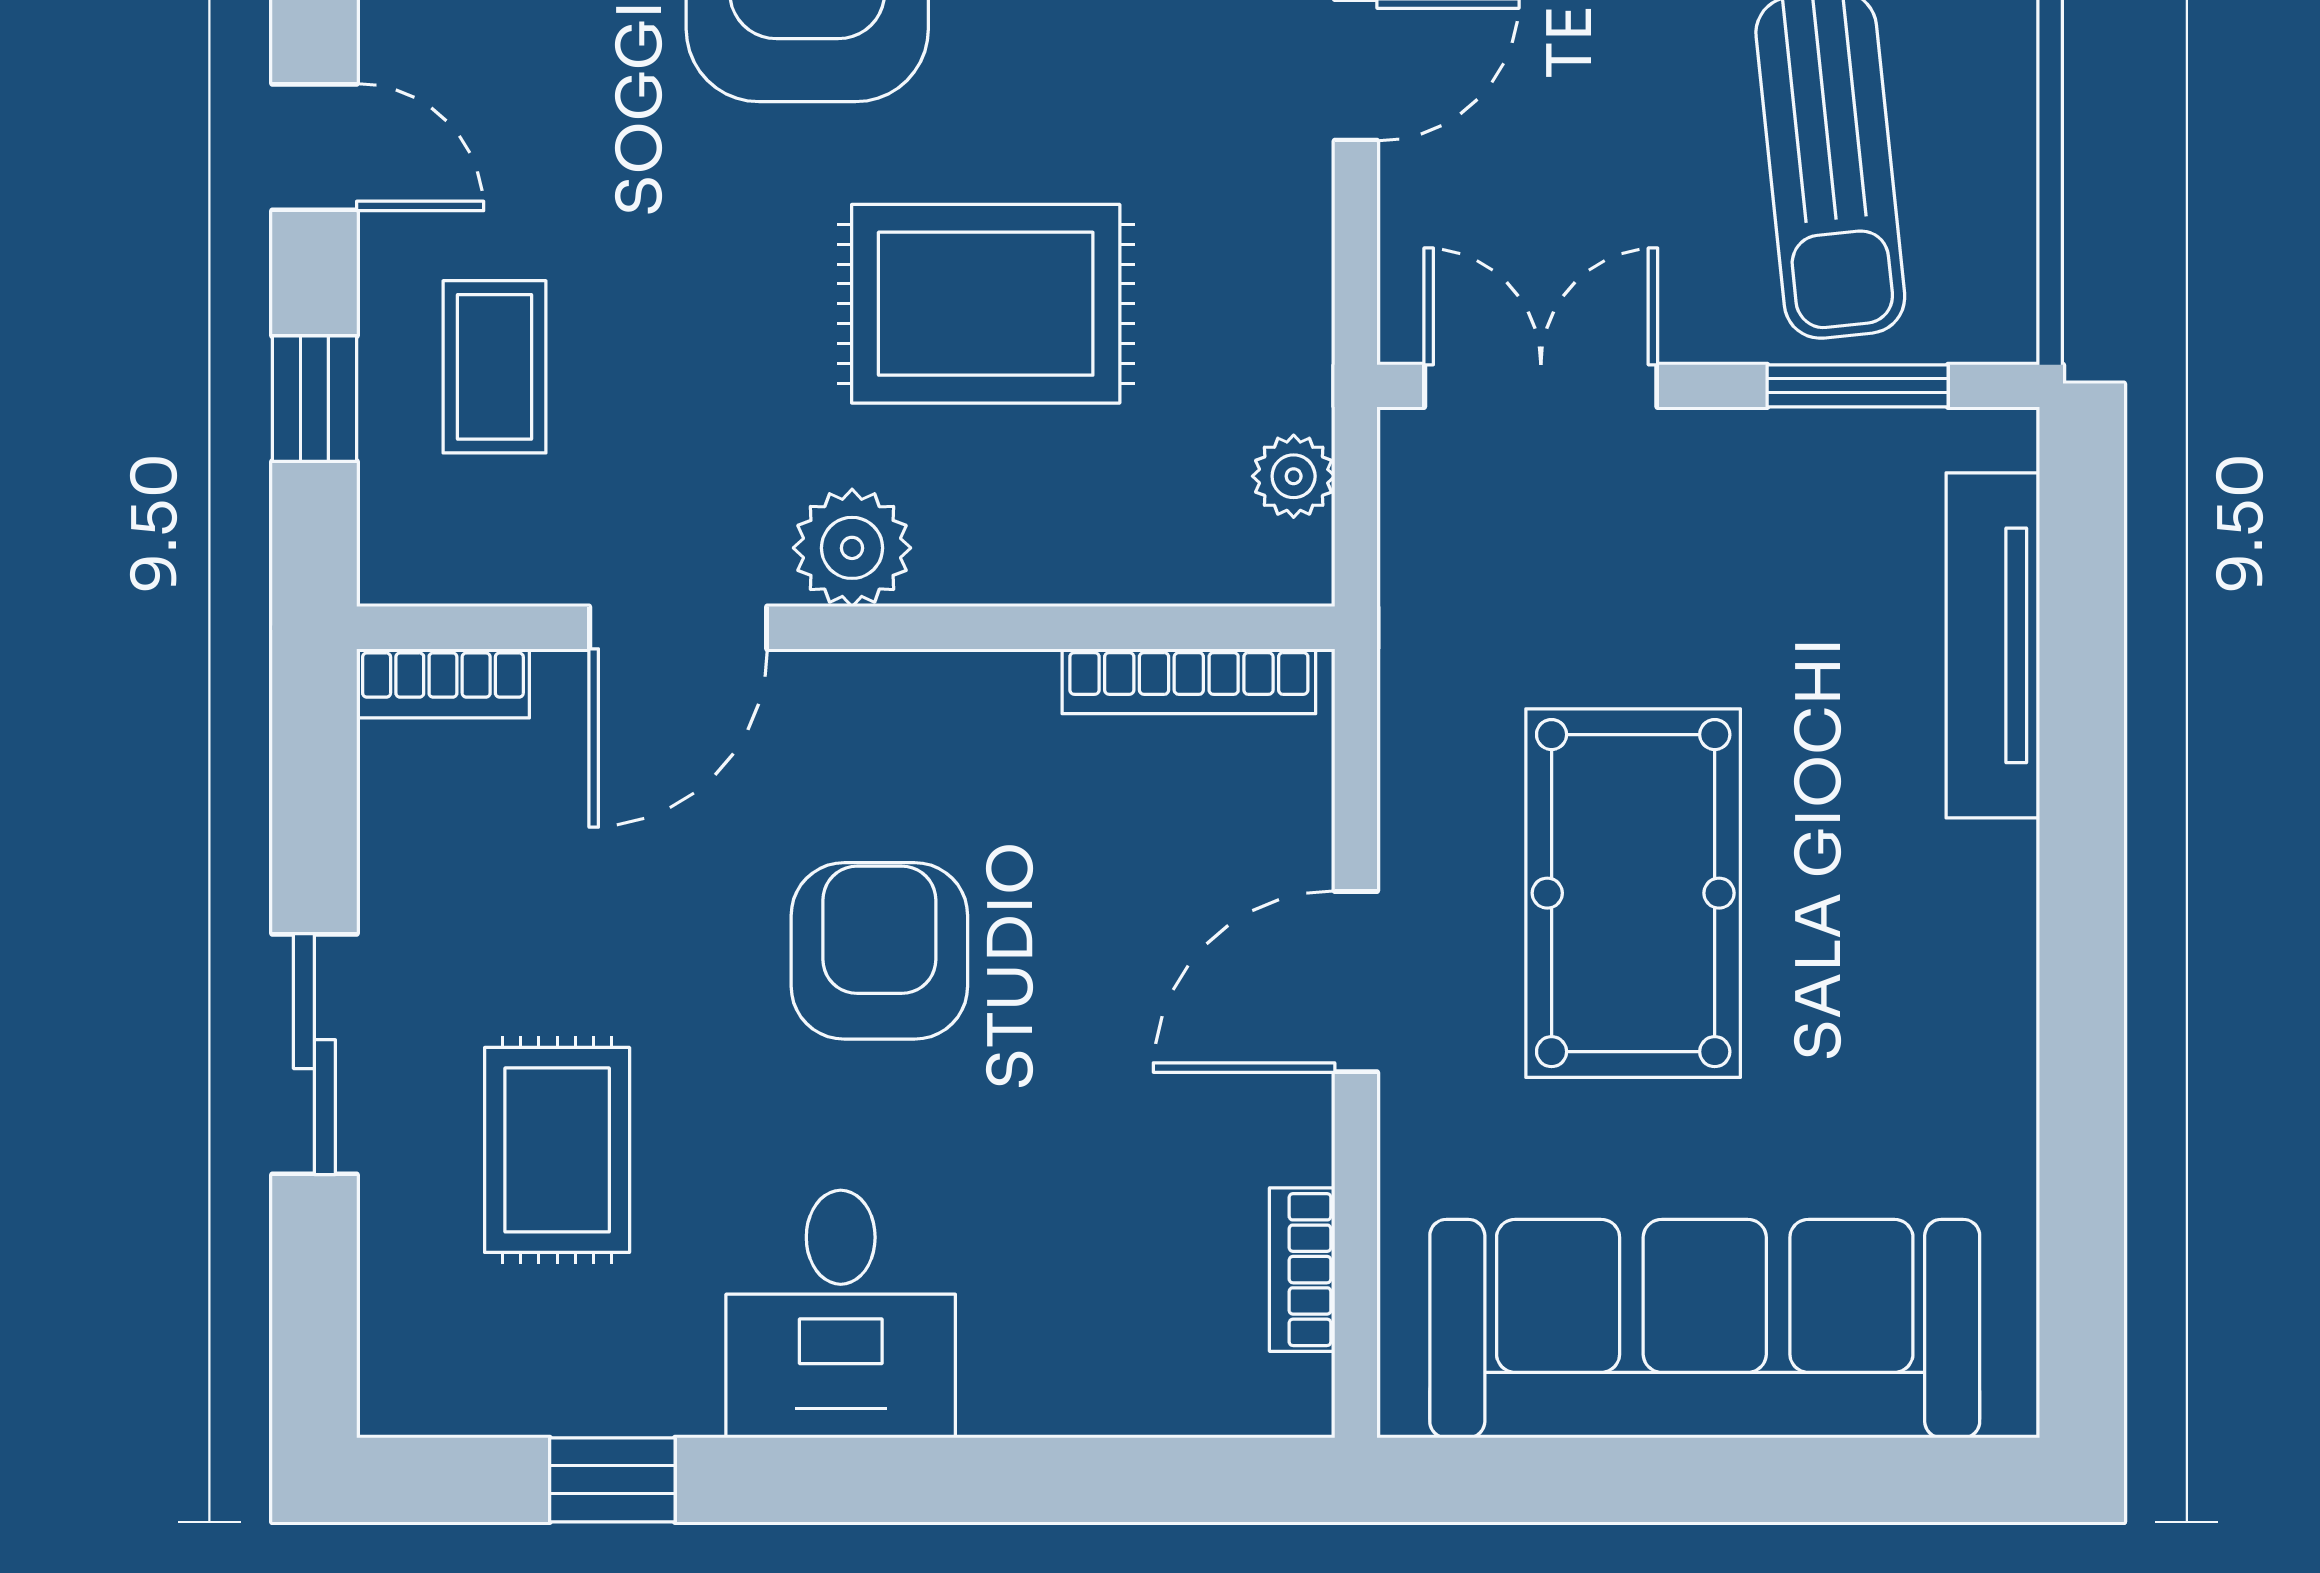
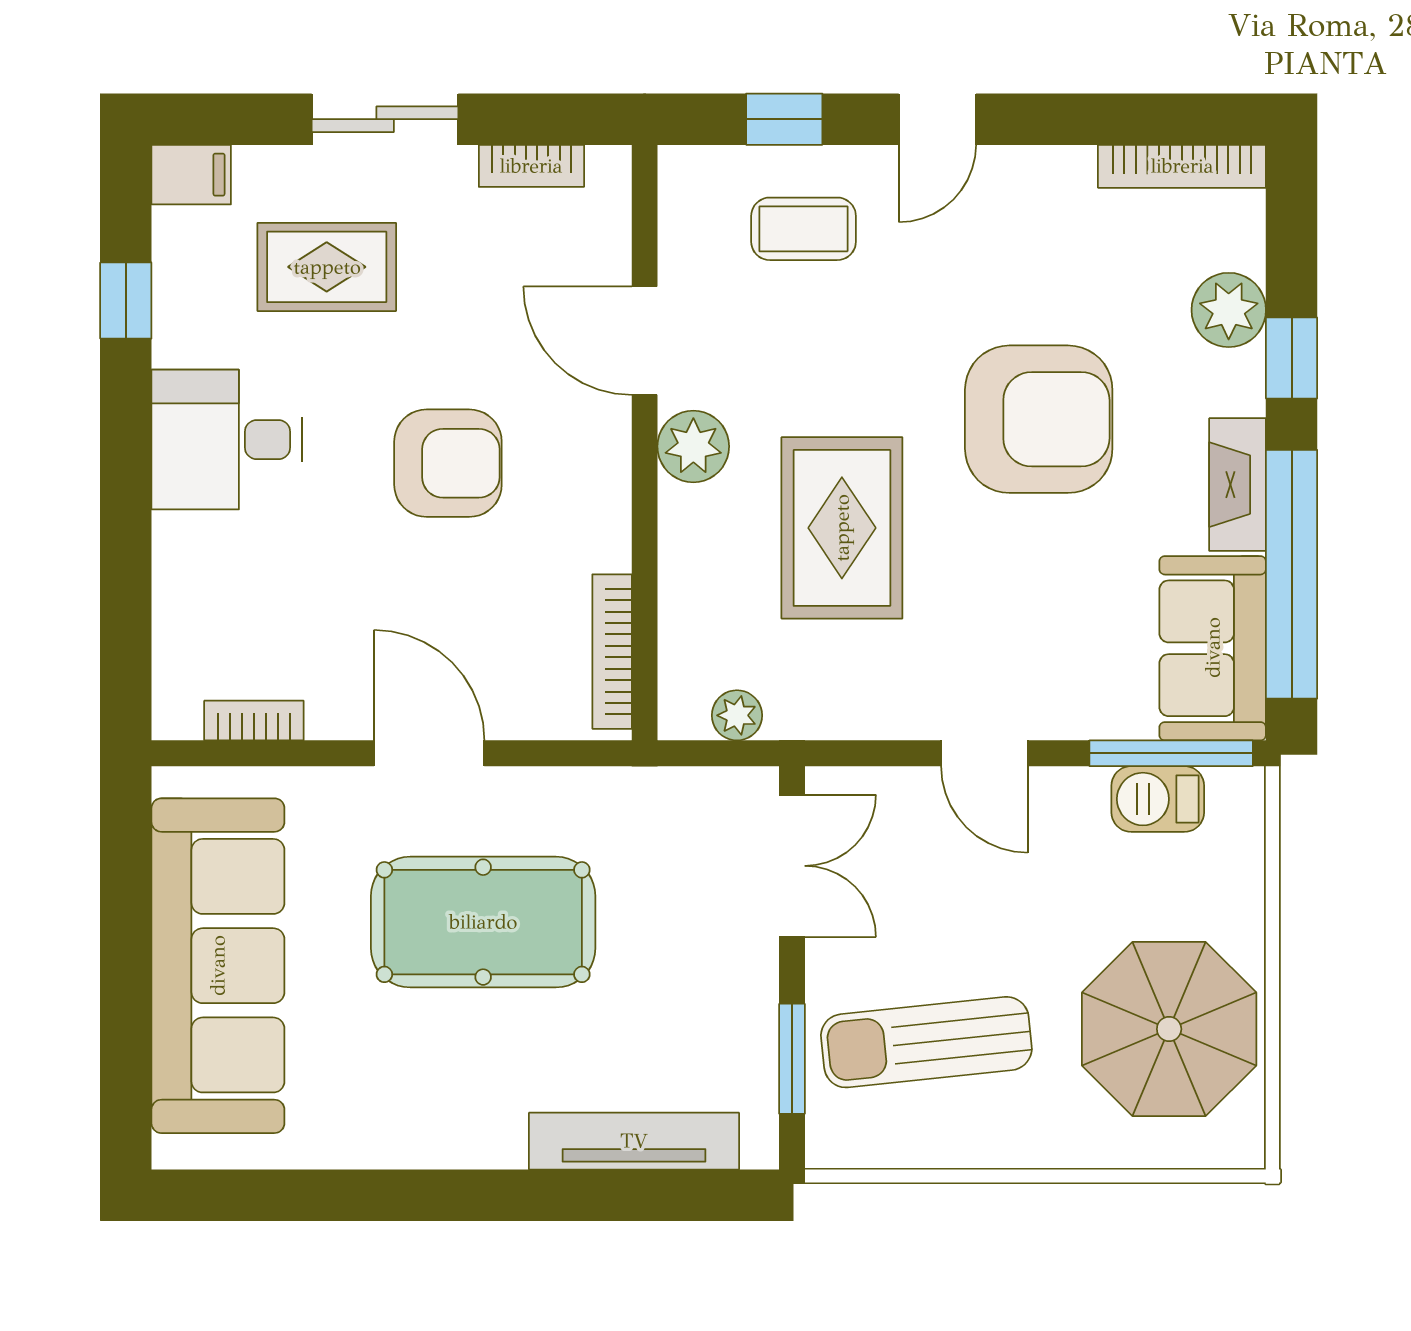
bookcase: (443, 683) -> (531, 166), moved, turned -90
filing cabinet: (405, 1373) -> (191, 175), added

